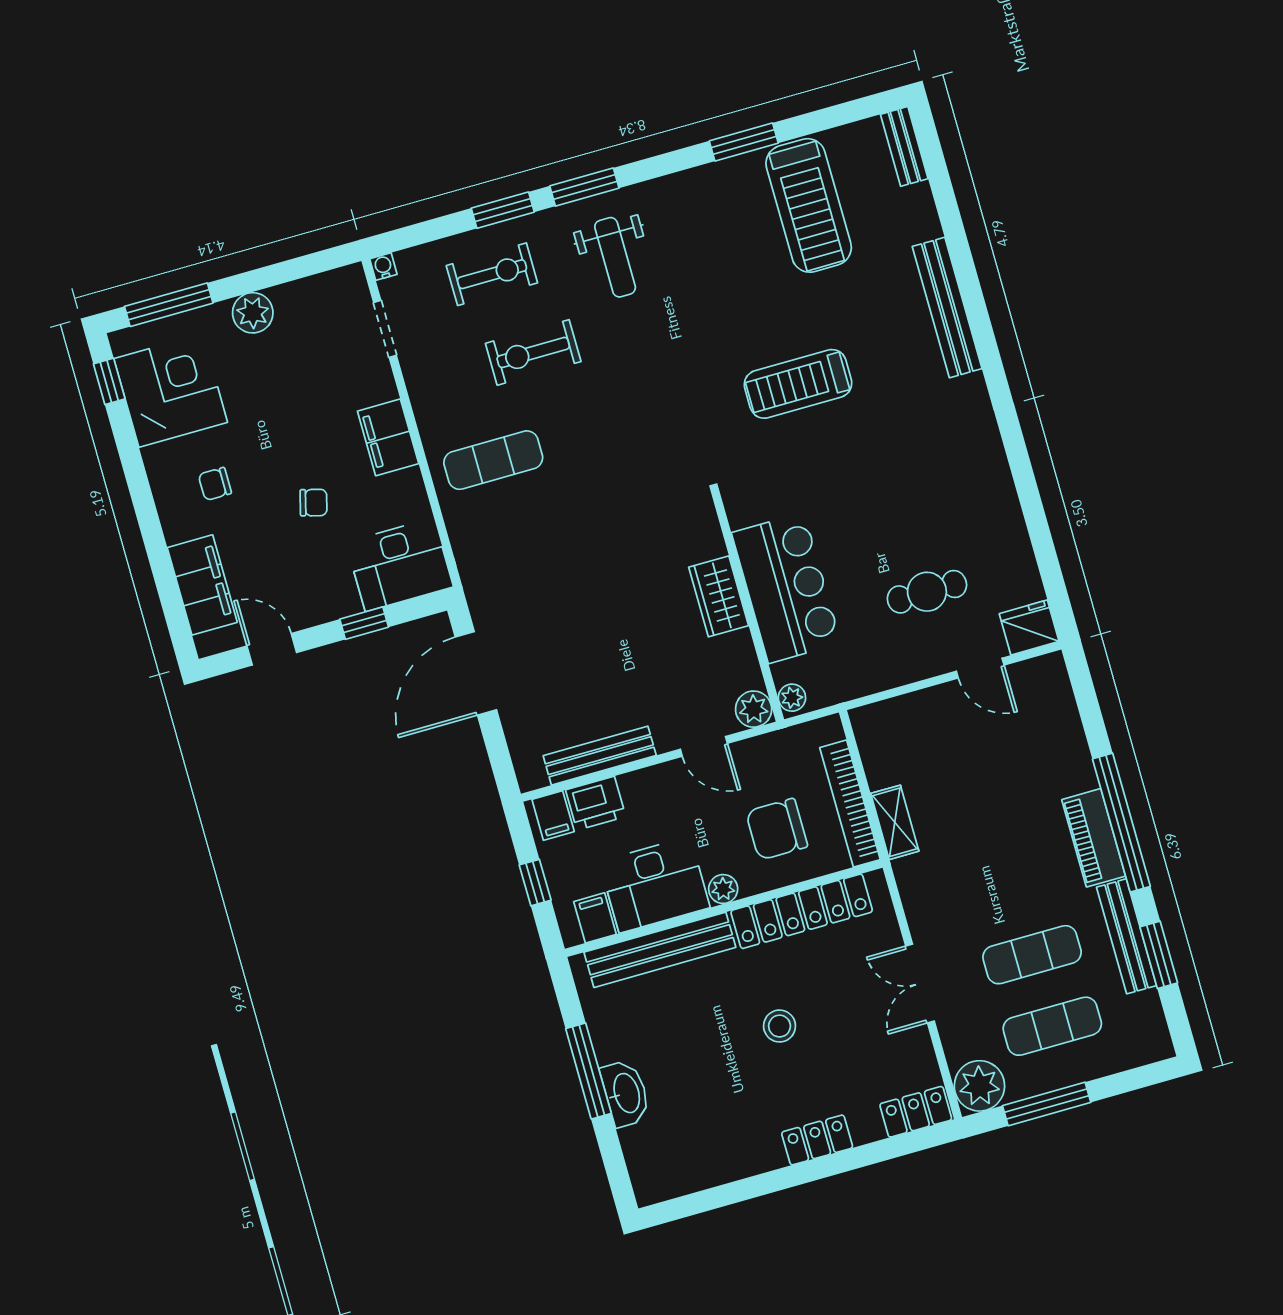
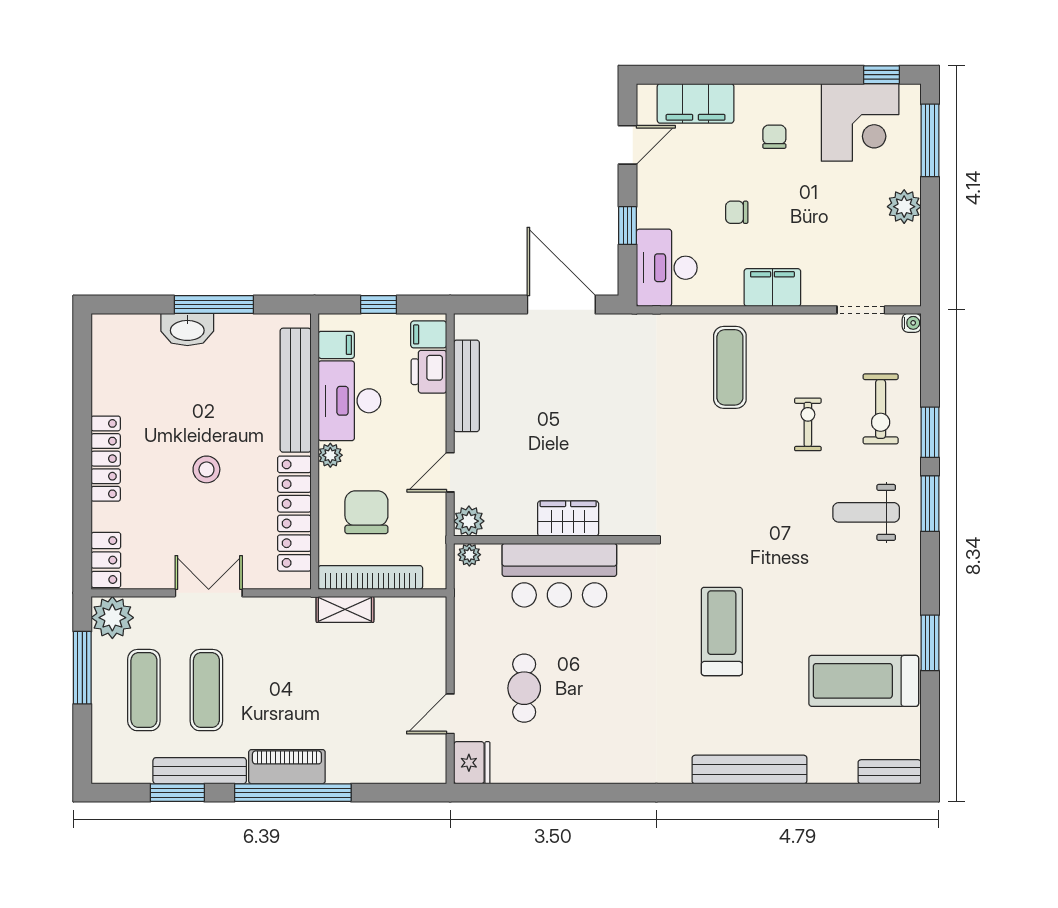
exercise bike: (533, 352) -> (808, 424), width x0.73, depth x0.72
chair: (314, 503) -> (737, 212), turned 75
locker: (817, 1140) -> (106, 459), width x1.53

